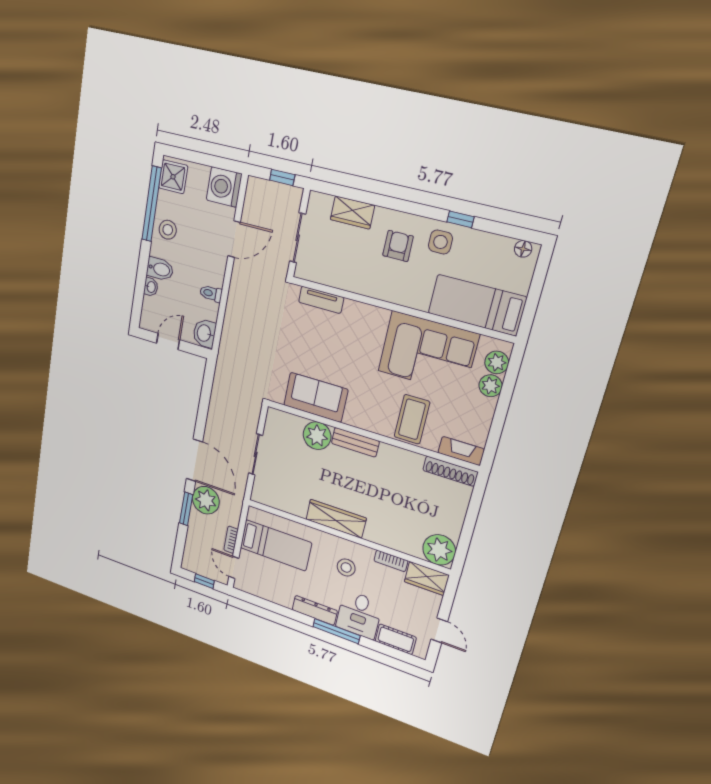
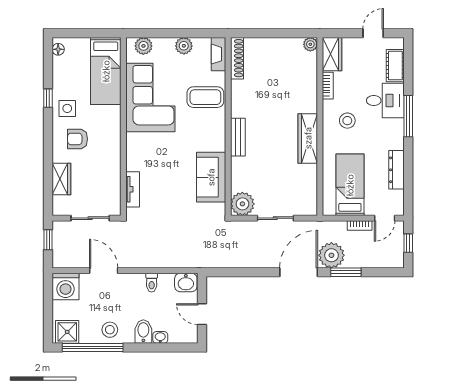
plant: (491, 386) -> (184, 46), moved
plant: (317, 436) -> (242, 204), moved
plant: (439, 550) -> (310, 44), width x0.53, depth x0.53
dresser: (315, 610) -> (397, 170), moved

